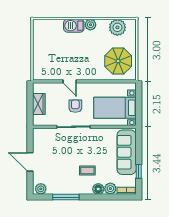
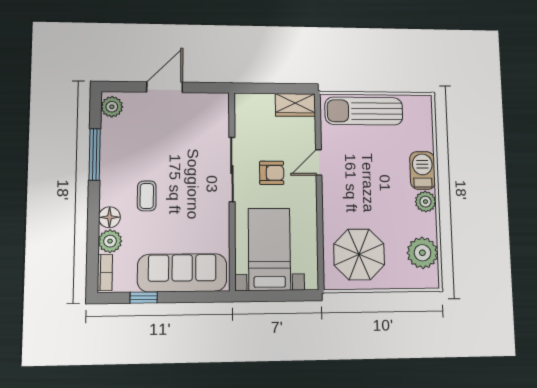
sun lounger: (42, 56) -> (364, 111), added
wardrobe: (39, 104) -> (295, 105), moved

